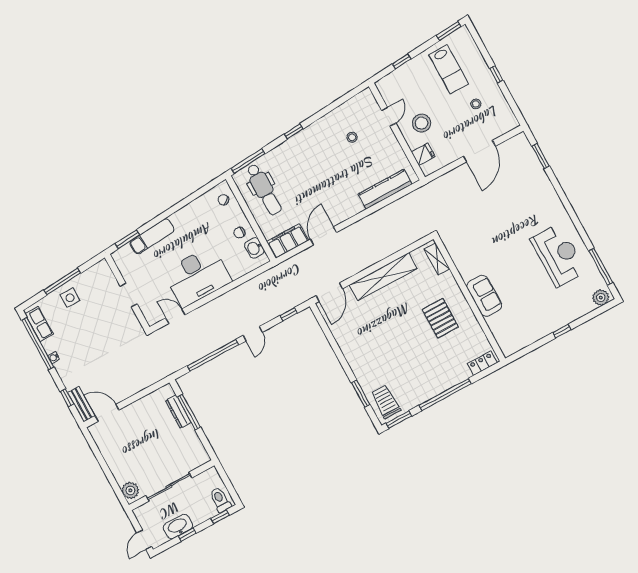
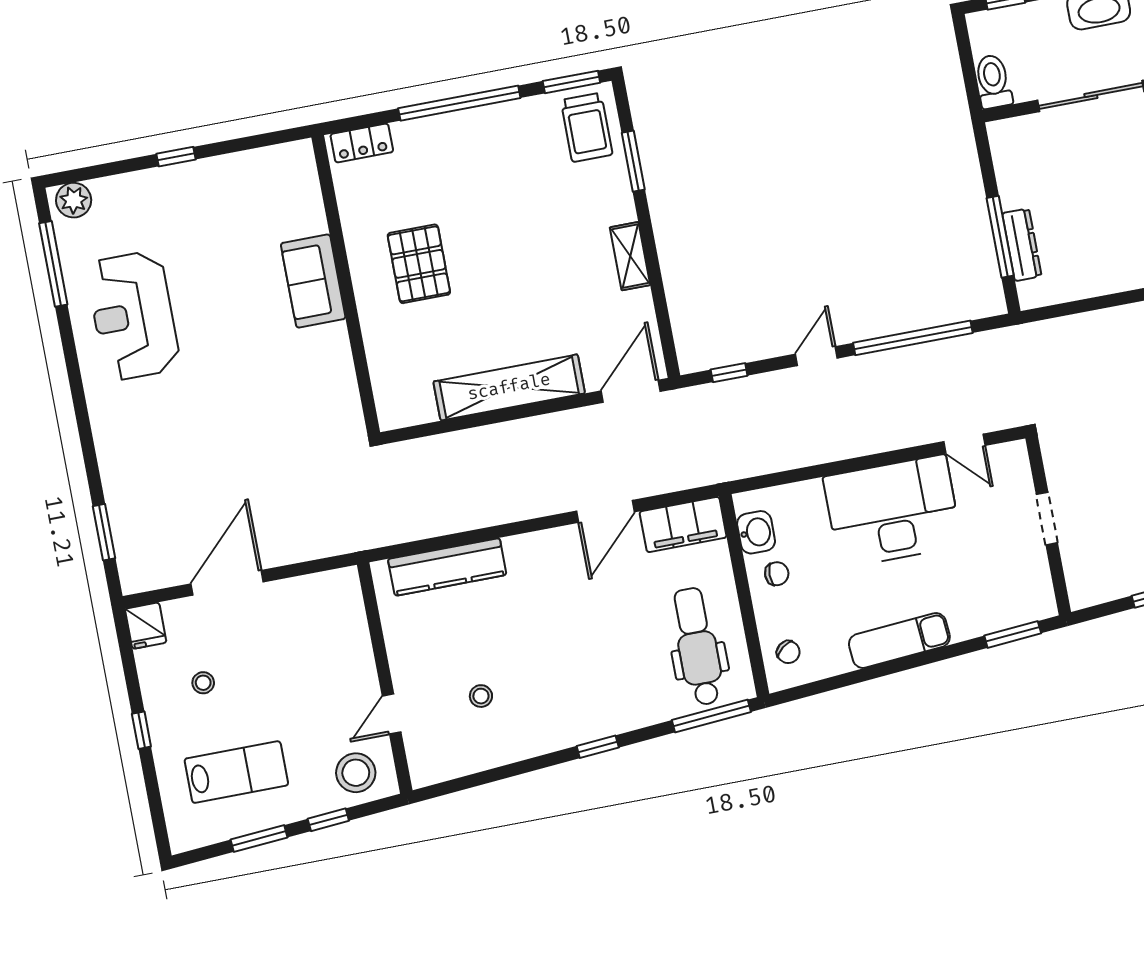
window: (449, 31) -> (259, 838), moved
lab bench: (449, 69) -> (236, 772), turned 90
stool: (422, 123) -> (356, 773), moved
fridge: (423, 154) -> (146, 626), moved, turned -90
exam couch: (152, 236) -> (899, 640), moved
shelving: (437, 259) -> (630, 256), moved
toilet: (220, 500) -> (993, 81), moved, turned 180

